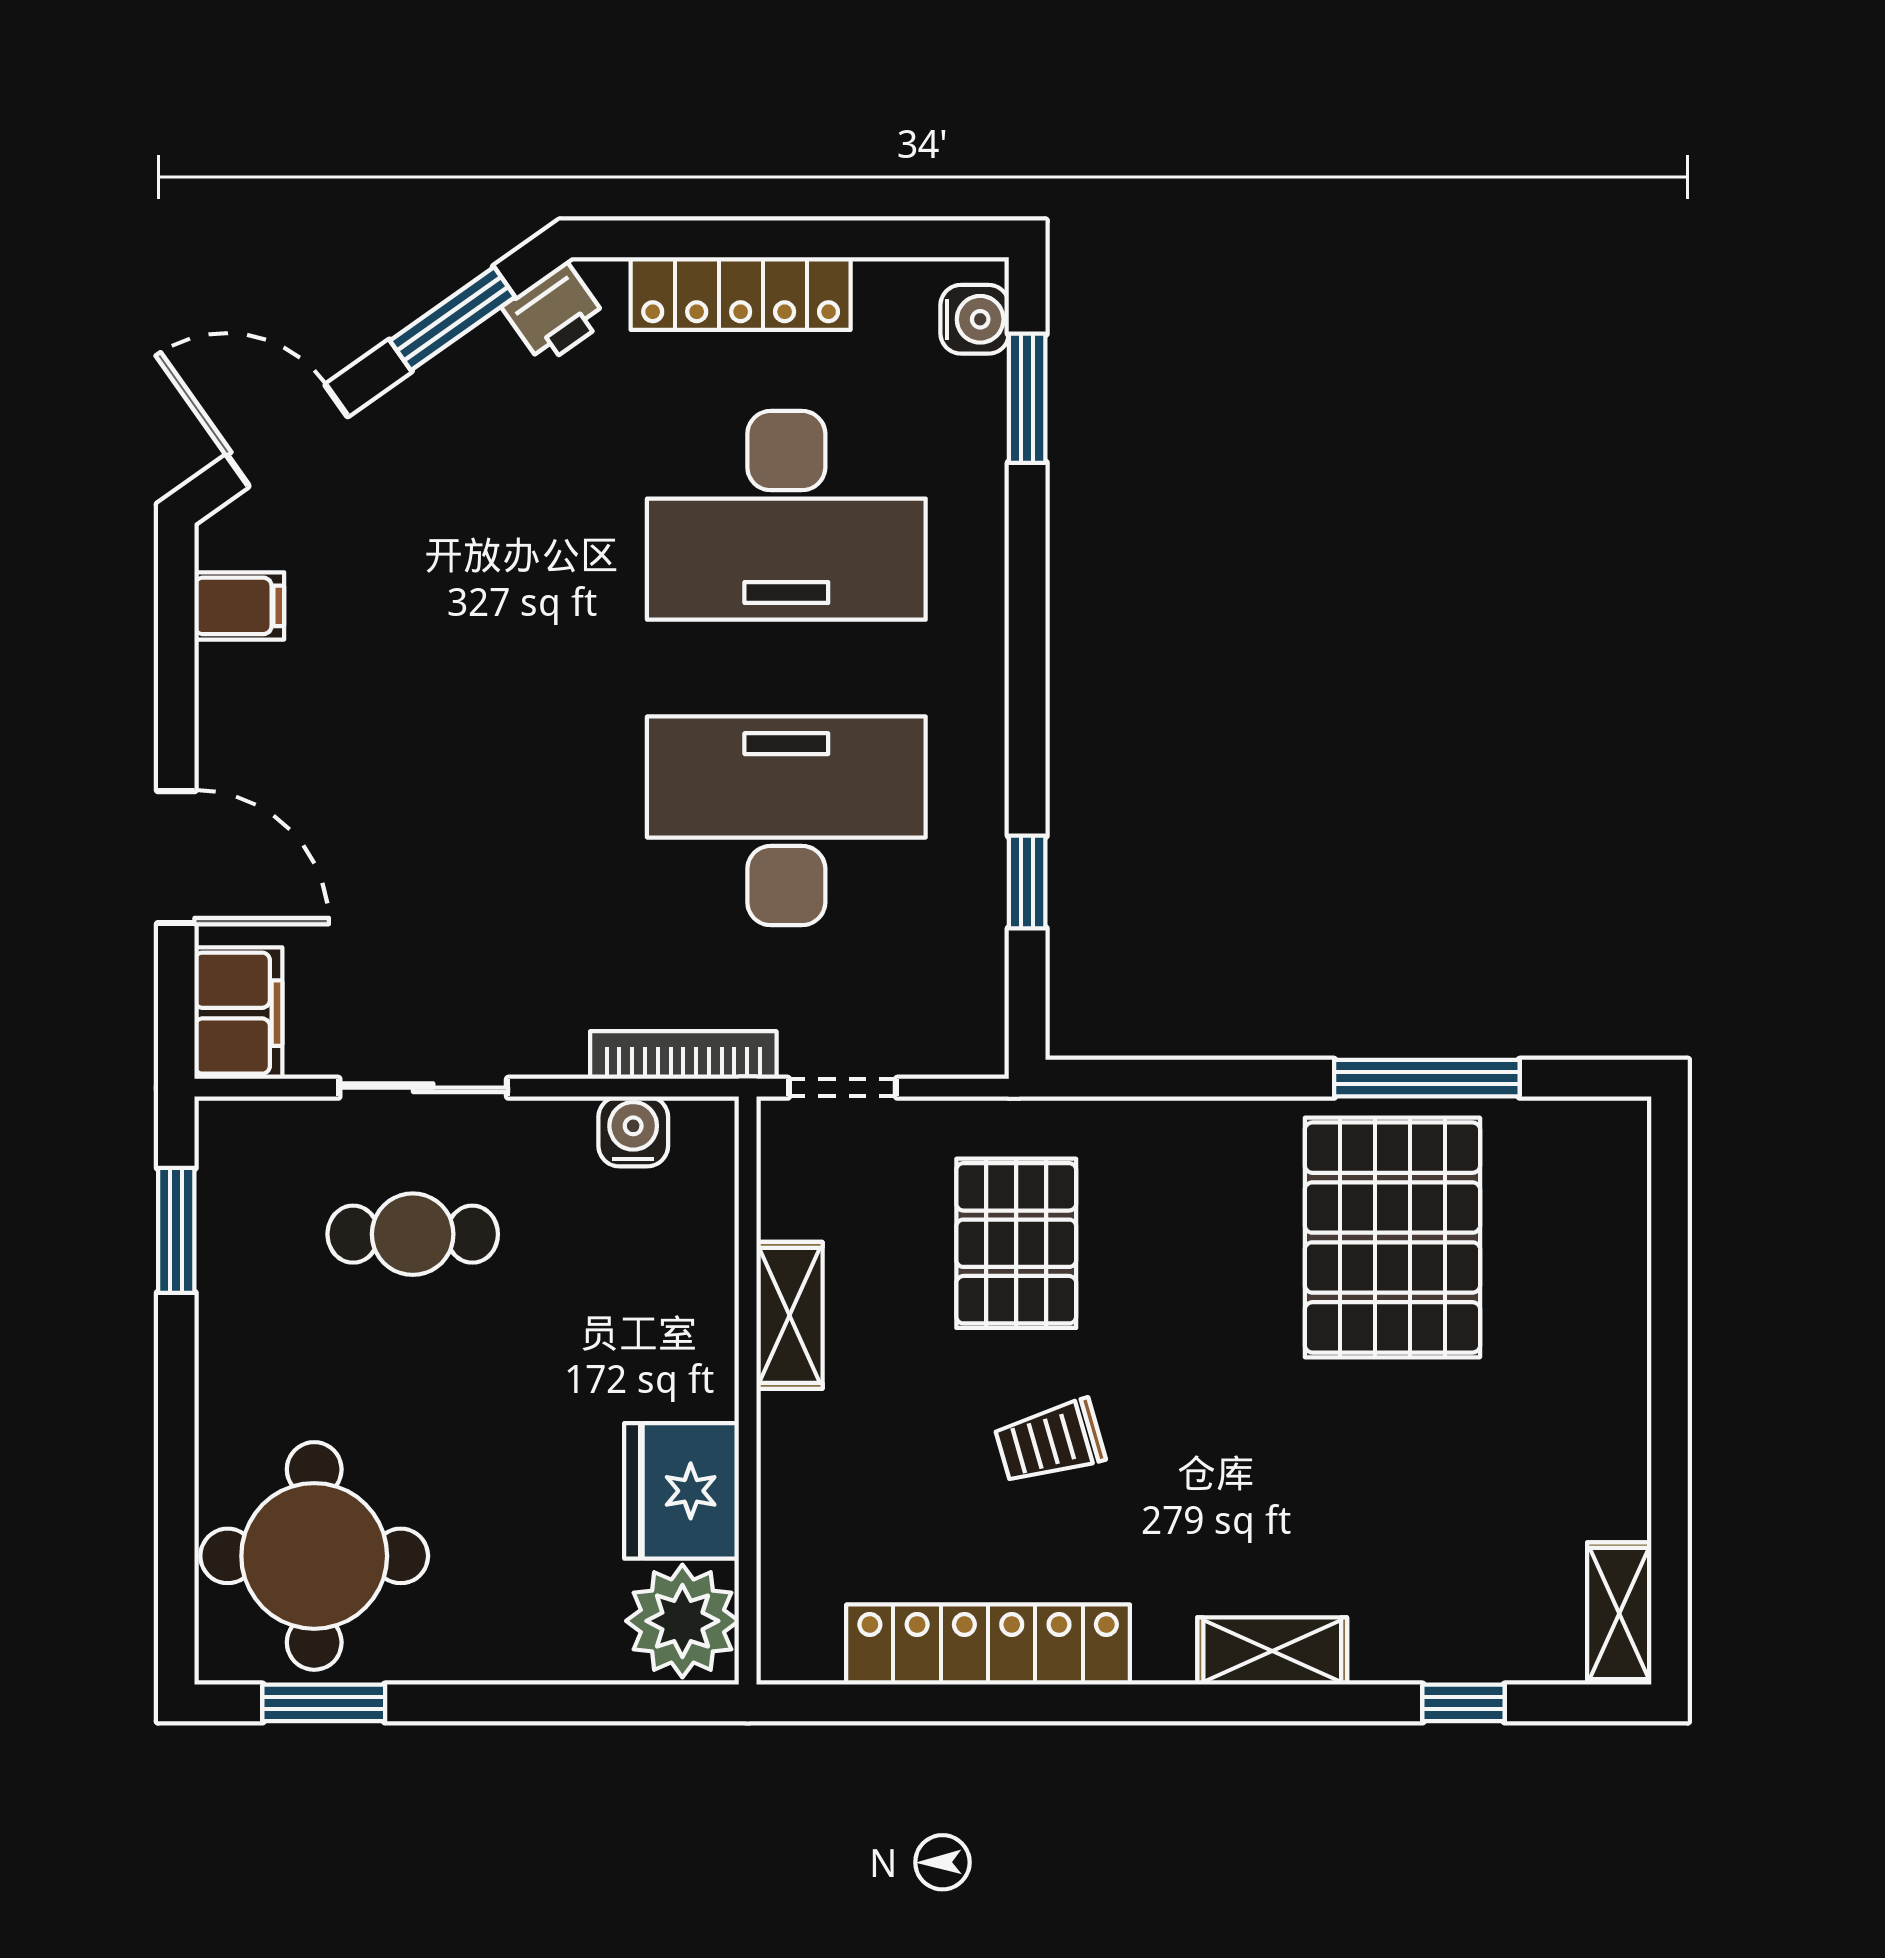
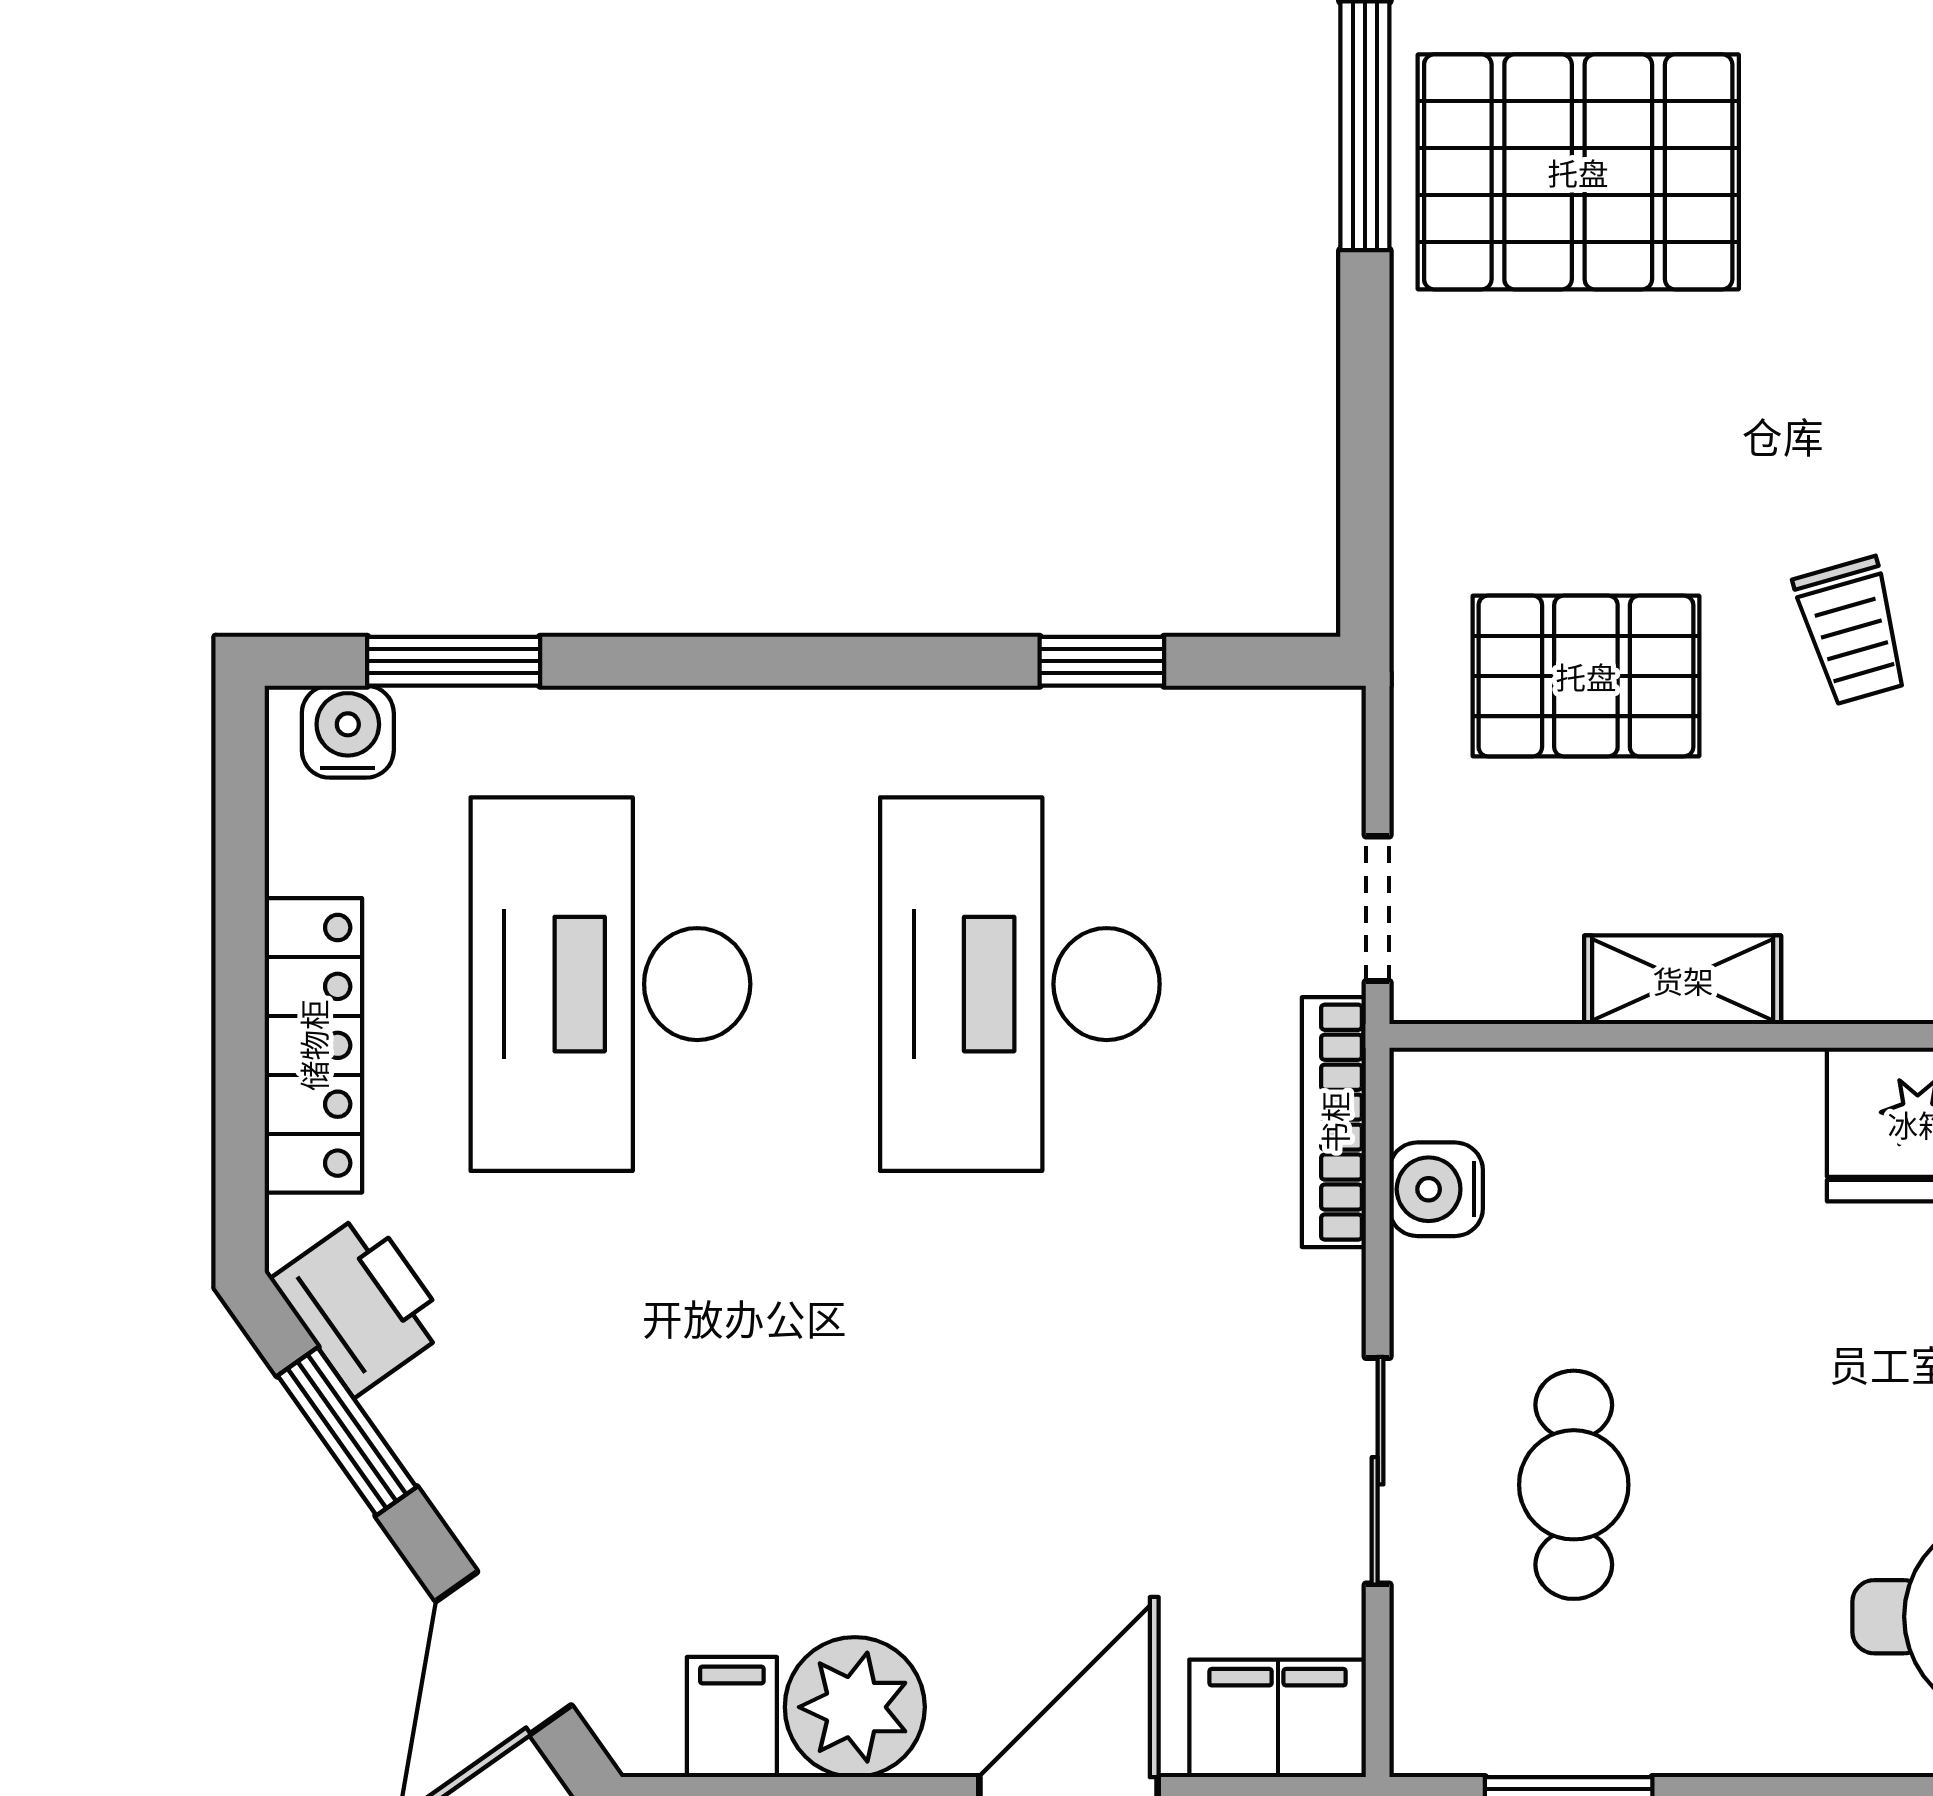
printer: (555, 314) -> (361, 1304), width x1.36, depth x1.24
desk: (786, 515) -> (610, 984), turned 180
plant: (247, 698) -> (855, 1707), added

